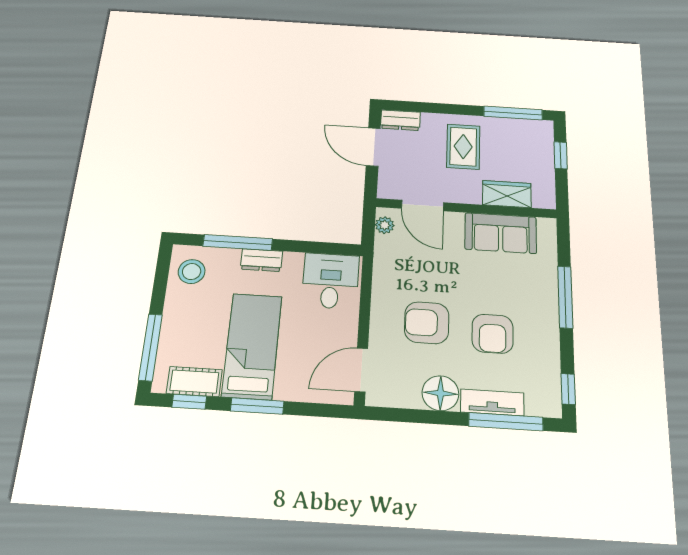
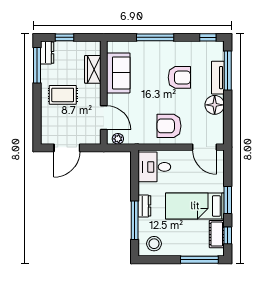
dresser: (400, 120) -> (47, 53), moved
door: (423, 205) -> (104, 118), hinge flipped
armchair: (427, 323) -> (169, 126), moved, turned 90

